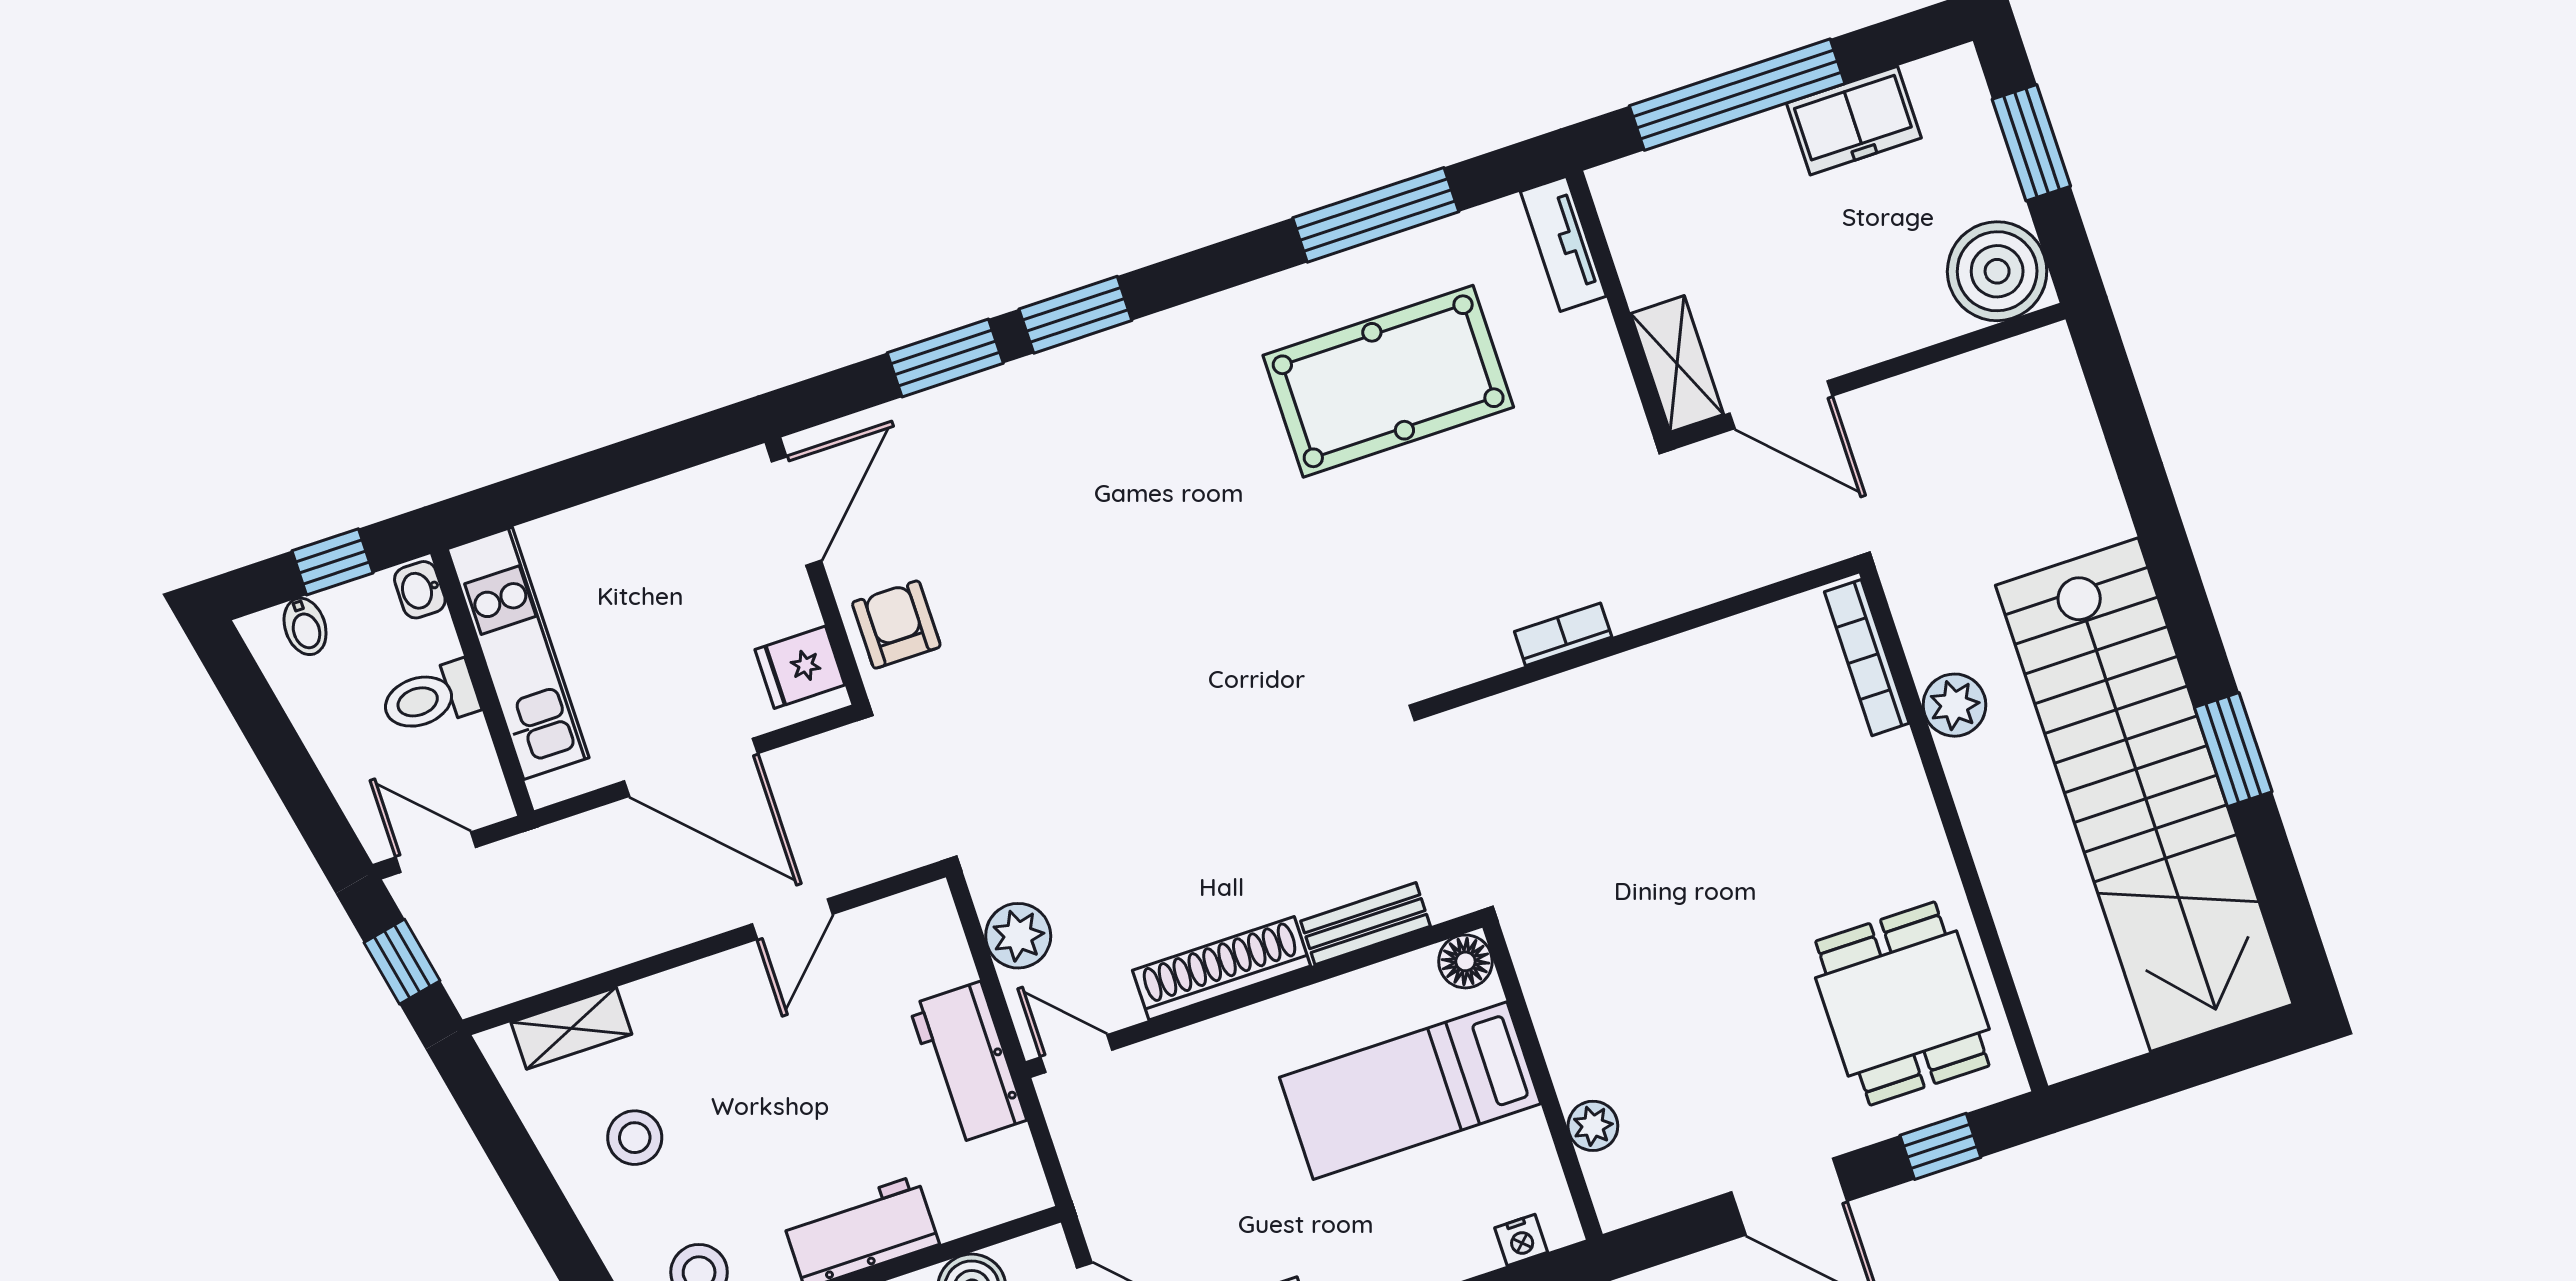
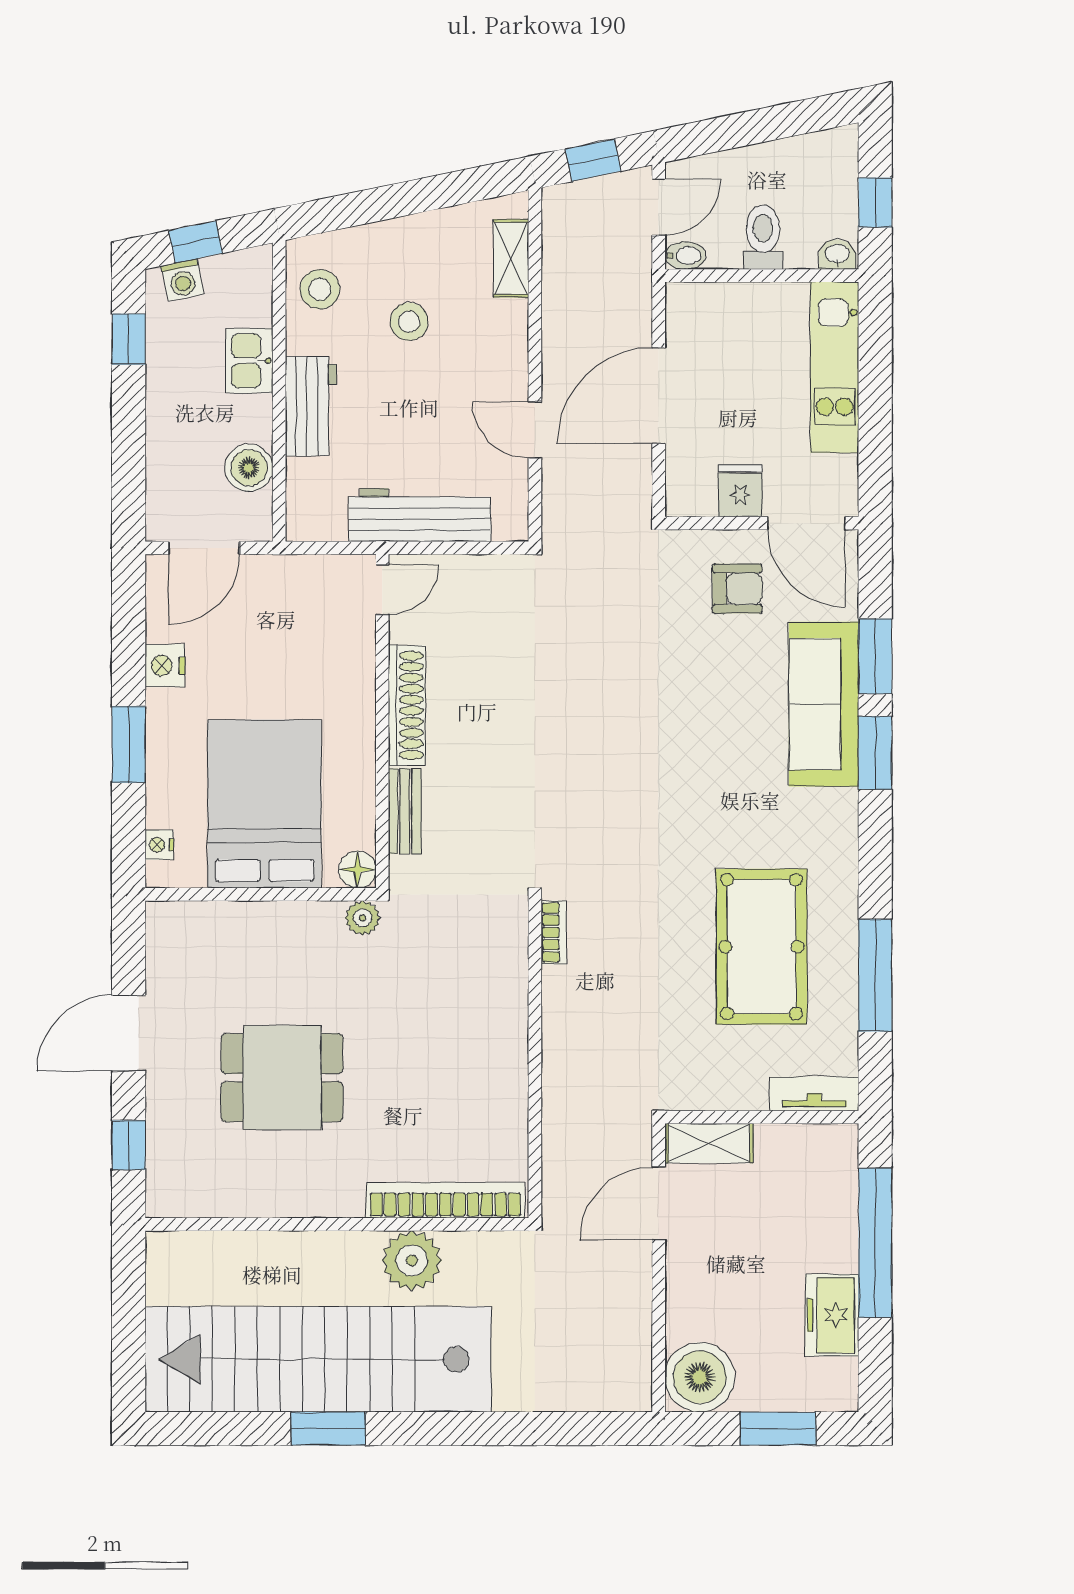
sofa: (1033, 406) -> (824, 704), added
armchair: (896, 625) -> (737, 589), moved
bidet: (305, 626) -> (685, 256), moved, turned 180
bookcase: (1563, 634) -> (554, 932), moved
kitchen unit: (518, 653) -> (835, 367), moved, turned 90
bookcase: (1867, 658) -> (445, 1200), width x1.48, depth x1.31
fridge: (800, 667) -> (740, 491), moved
plant: (1954, 705) -> (412, 1260), width x1.36, depth x1.36
plant: (1018, 936) -> (474, 577), removed
dining table: (1902, 1003) -> (282, 1078), moved
workbench: (968, 1063) -> (420, 515), width x1.38
bed: (1410, 1091) -> (265, 804), width x1.50
plant: (1593, 1126) -> (362, 918), moved
stool: (635, 1138) -> (409, 322), moved

